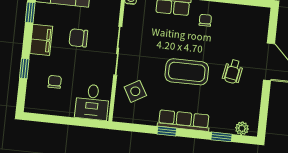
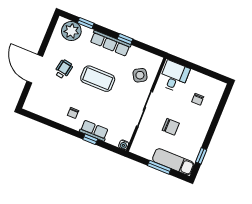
filing cabinet: (41, 40) -> (199, 133), removed
window: (24, 68) -> (217, 116), removed
plant: (242, 128) -> (71, 31), width x1.87, depth x1.87

